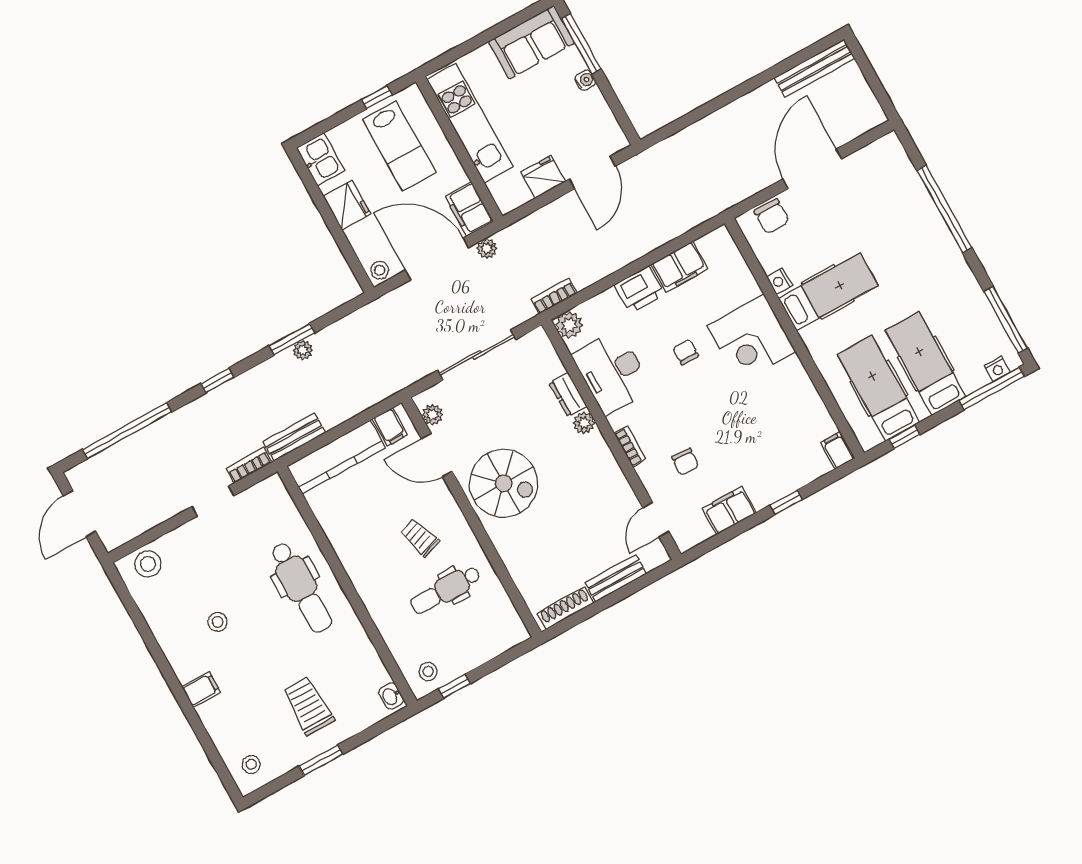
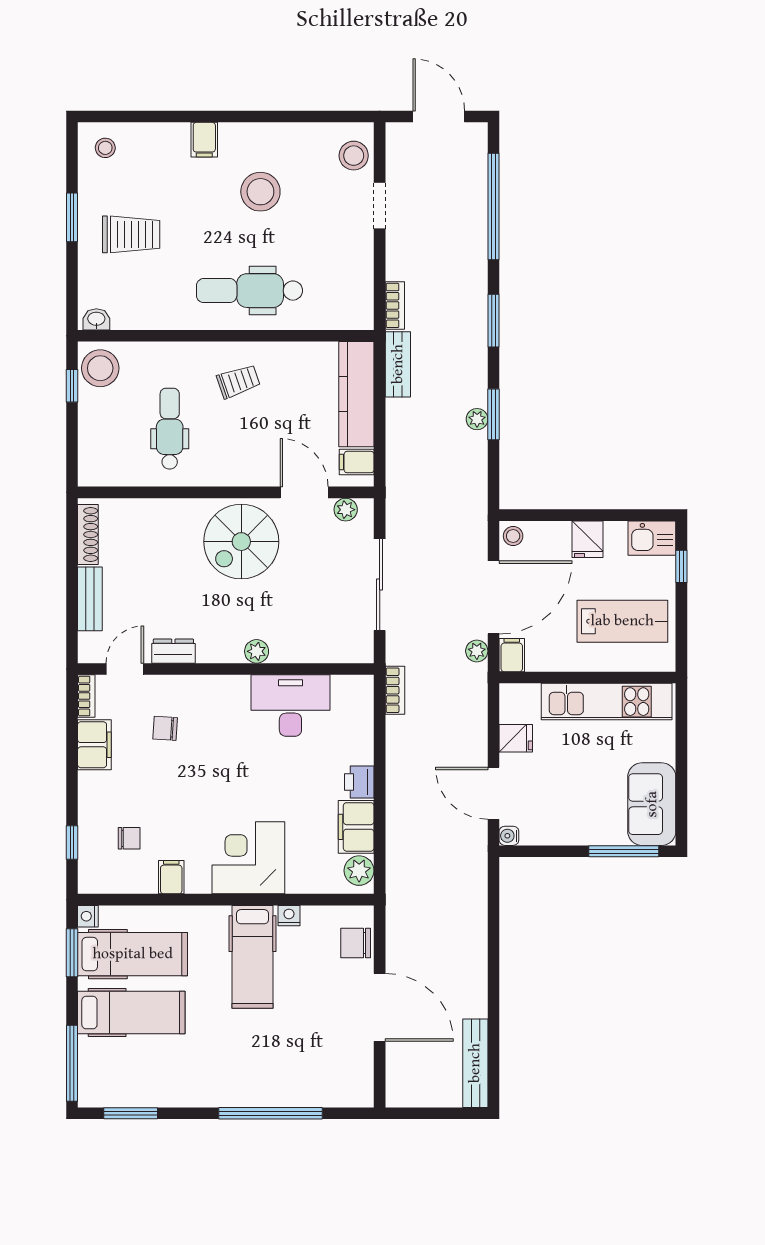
water cooler: (585, 80) -> (509, 836), moved, turned 90
window: (377, 97) -> (681, 566), moved
lab bench: (399, 146) -> (622, 621), turned 180
fridge: (543, 177) -> (516, 738), width x0.72
fridge: (347, 205) -> (587, 539), width x0.72
filing cabinet: (469, 209) -> (512, 655), width x0.50
printer: (639, 289) -> (359, 782), width x0.73, depth x0.81
window: (1006, 320) -> (131, 1113), width x0.69
plant: (569, 325) -> (359, 871), moved
chair: (686, 352) -> (129, 838), moved
nightstand: (997, 369) -> (88, 916), moved
window: (218, 380) -> (493, 321), width x1.50
dresser: (568, 395) -> (173, 651), moved
window: (904, 437) -> (72, 953), width x1.50
bookcase: (630, 446) -> (86, 696), moved, turned -90
filing cabinet: (838, 450) -> (171, 877), moved, turned -90
door: (437, 455) -> (304, 492), hinge flipped
doorway: (213, 501) -> (380, 206), moved
window: (786, 502) -> (72, 842), moved
door: (656, 520) -> (125, 669), hinge flipped
trolley: (420, 538) -> (238, 381), moved
stool: (218, 622) -> (260, 192), width x1.89, depth x1.89
stool: (428, 671) -> (100, 368), width x1.89, depth x1.89

